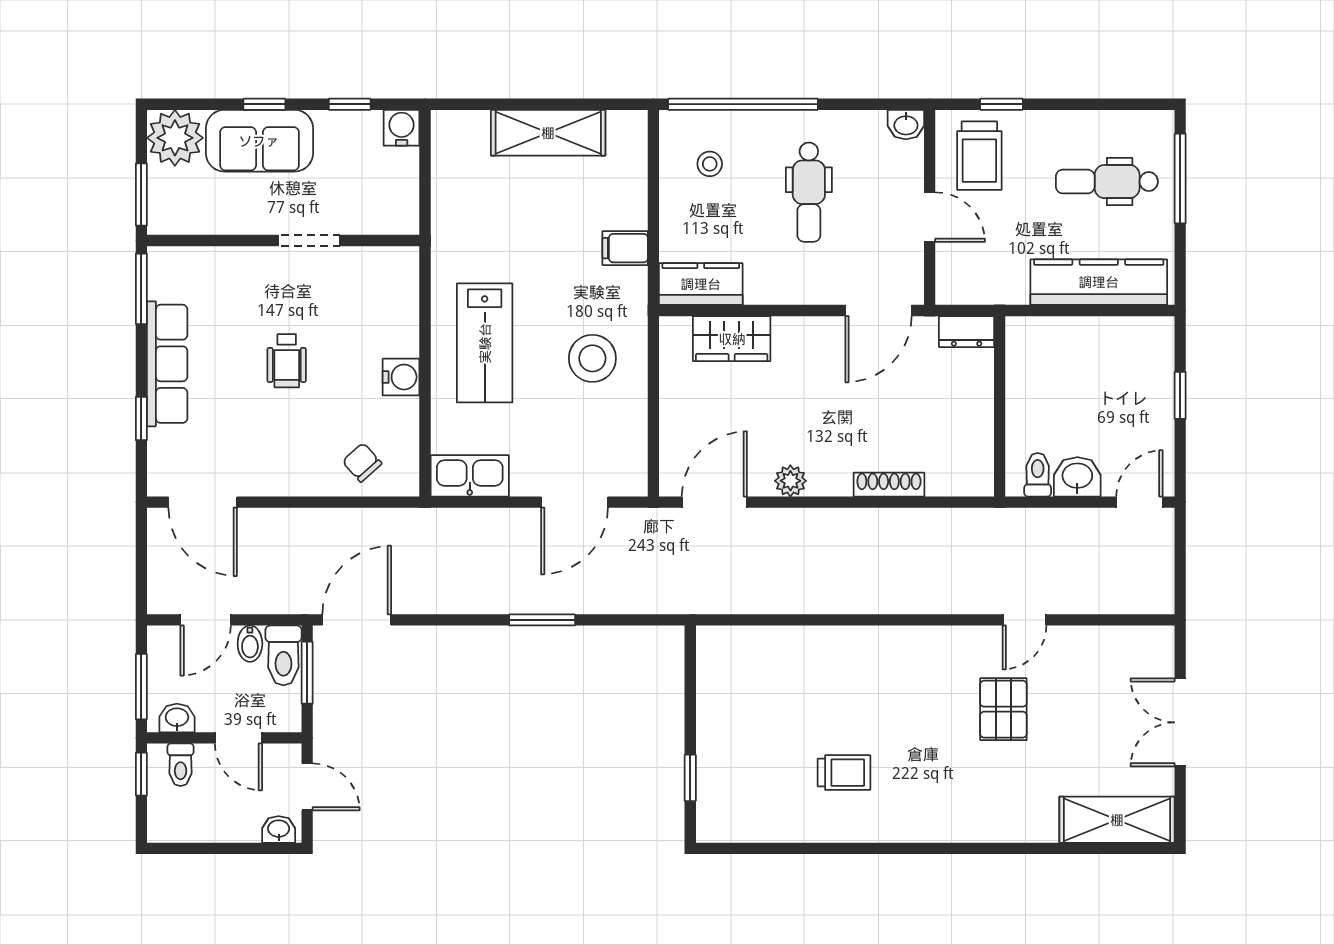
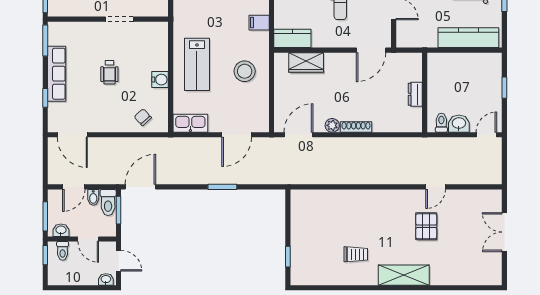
dresser: (967, 332) -> (415, 94), moved, turned 90
shoe rack: (889, 485) -> (356, 127), moved
shelving: (1117, 820) -> (404, 275), moved

